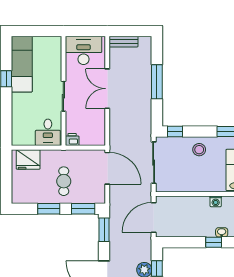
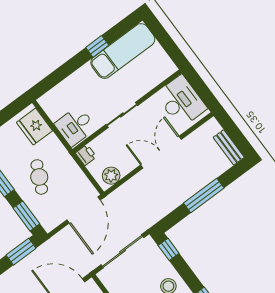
bench: (124, 42) -> (229, 147), moved
plant: (98, 133) -> (111, 176), added
cafe table: (64, 181) -> (39, 177), turned -64

